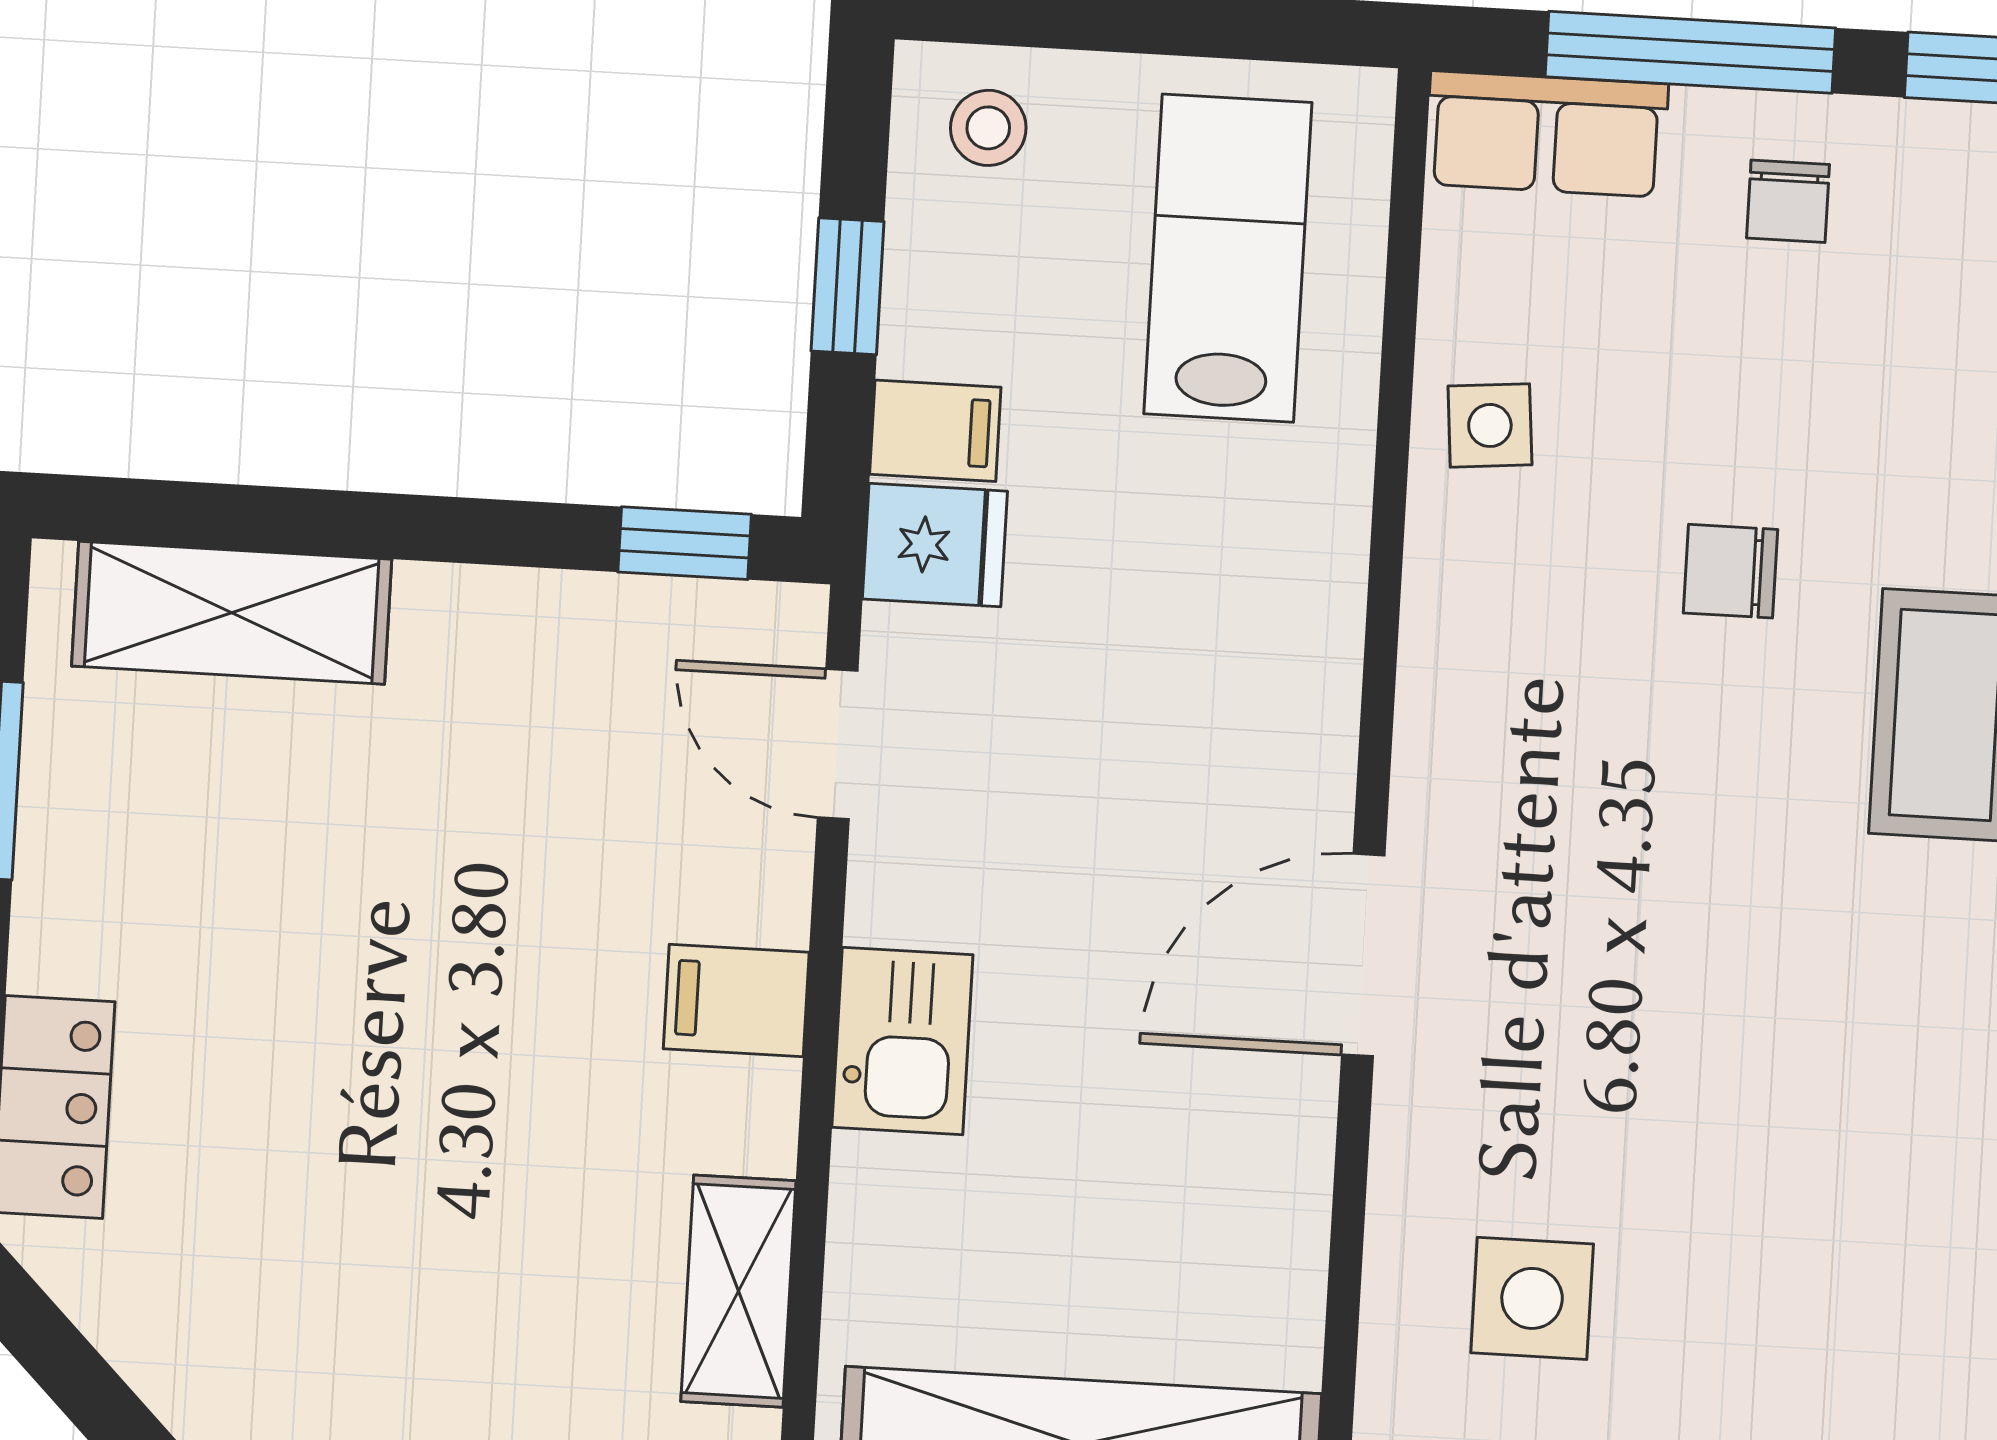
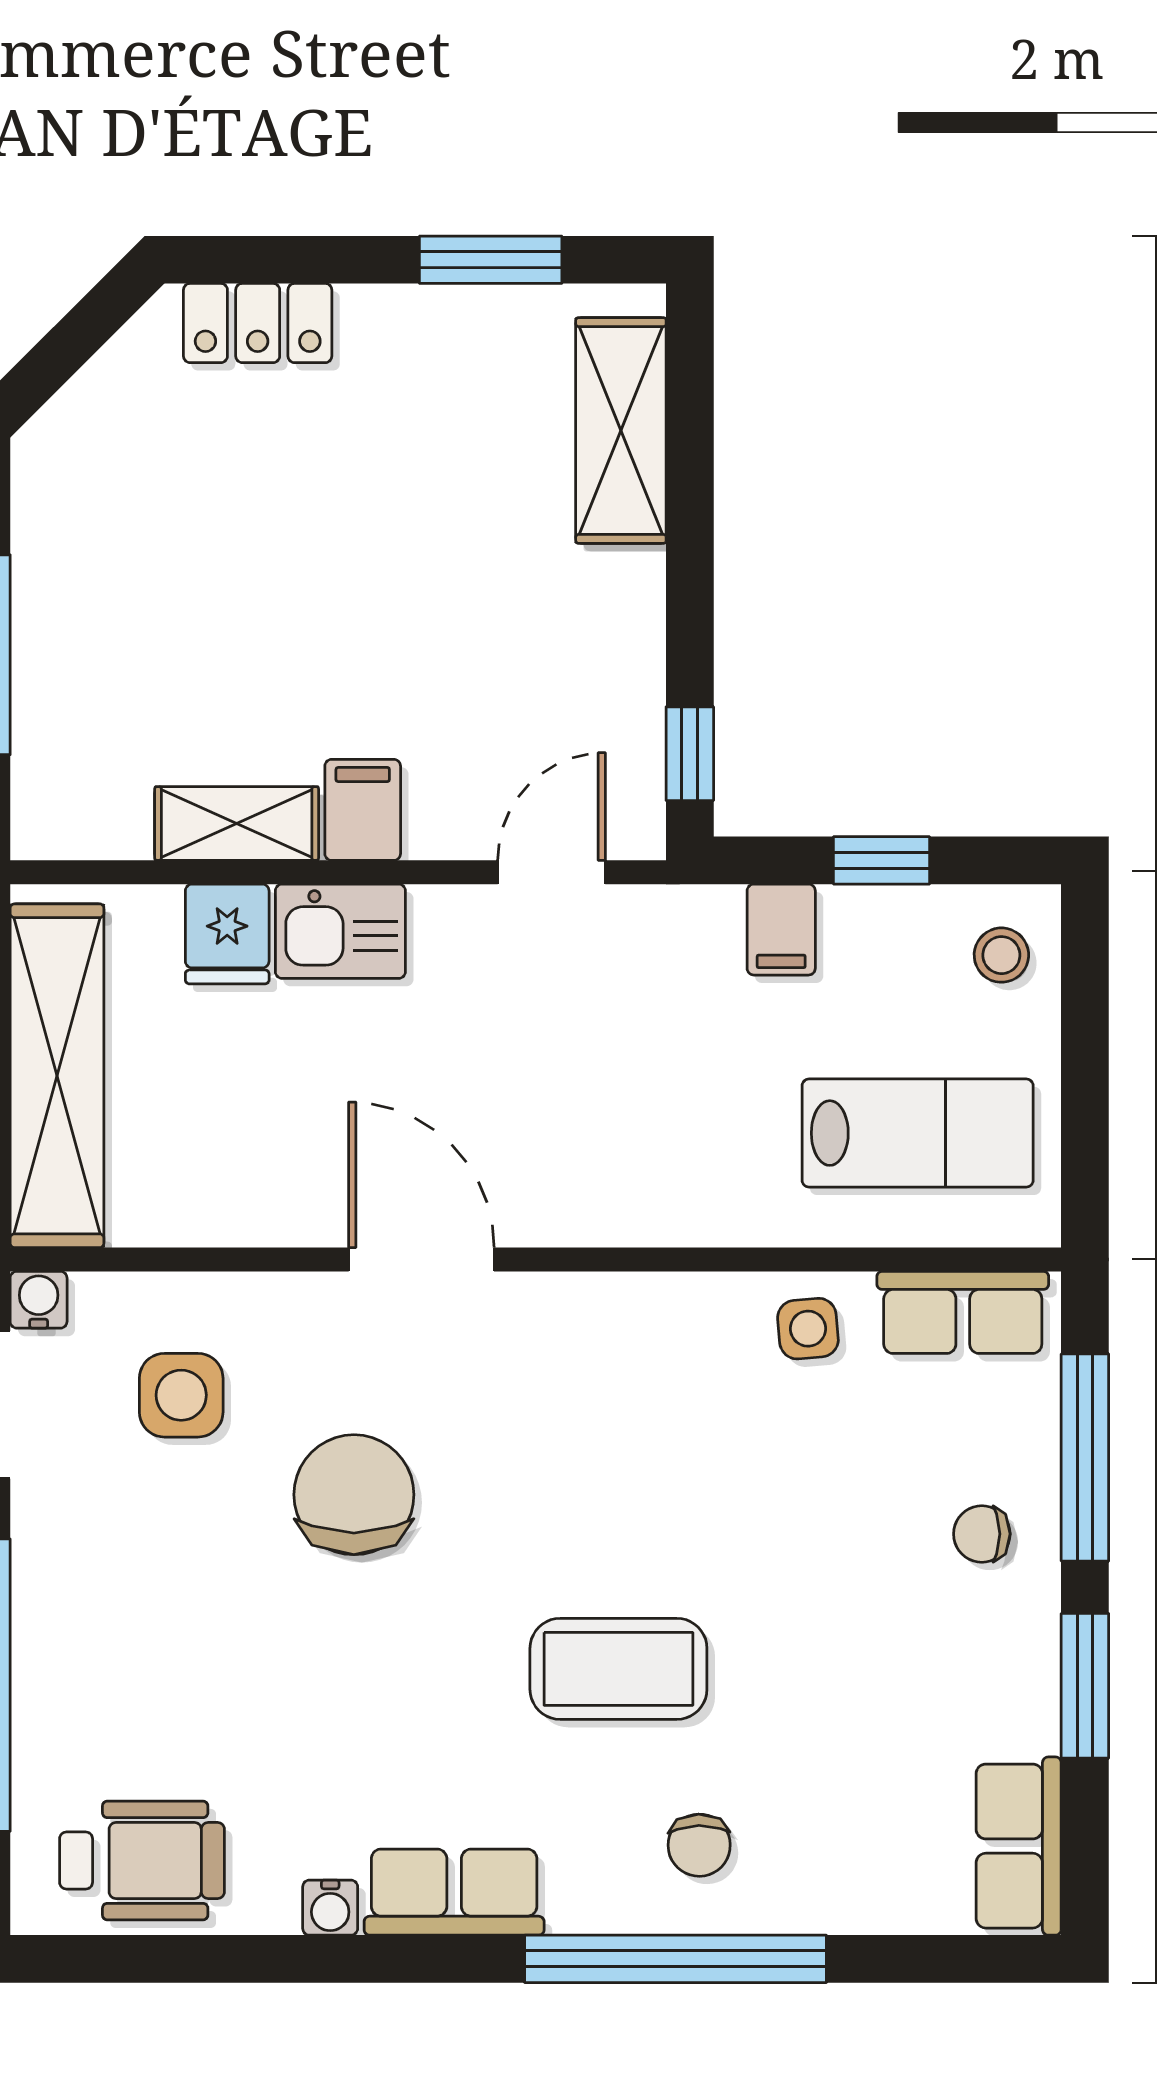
row of seats: (1546, 134) -> (963, 1312), moved, turned -90
fridge: (935, 545) -> (227, 934), moved
chair: (1730, 571) -> (354, 1495), moved, width x1.87, depth x1.87
shelving: (738, 1291) -> (237, 823), moved

